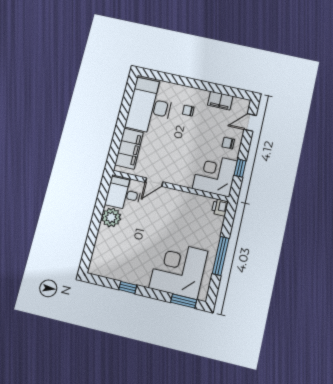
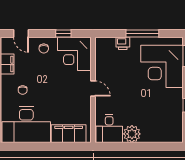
door: (154, 182) -> (93, 88), moved
printer: (220, 207) -> (123, 43), moved

